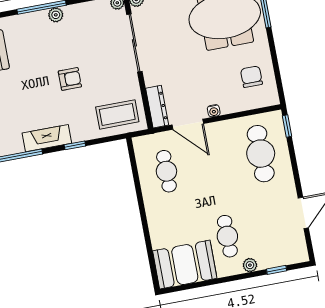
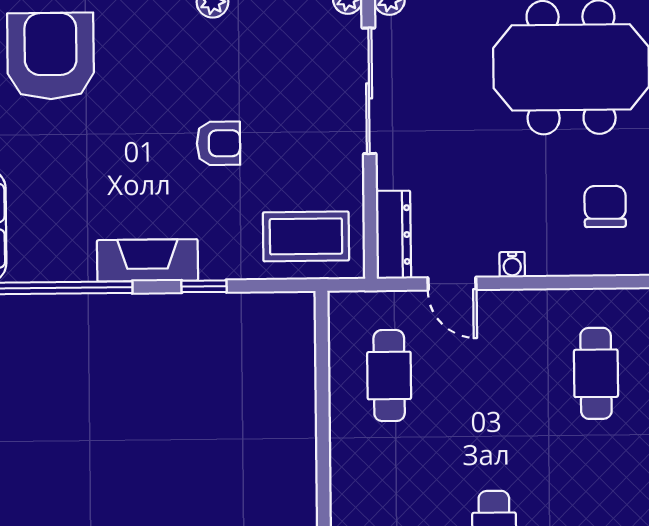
door: (188, 124) -> (452, 284), width x0.73
cafe table: (261, 154) -> (596, 373), width x0.73, depth x0.74

